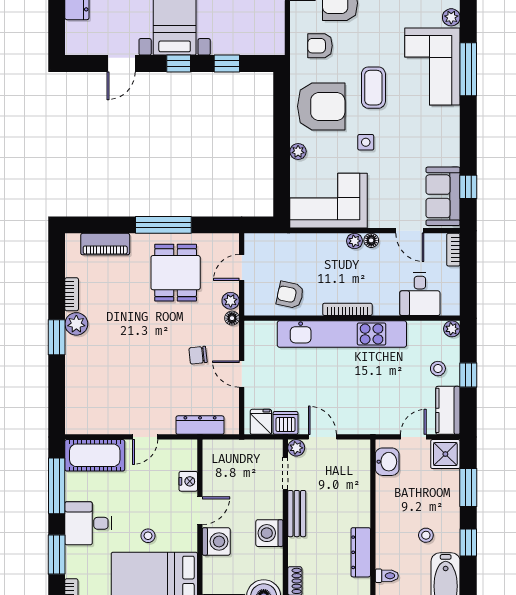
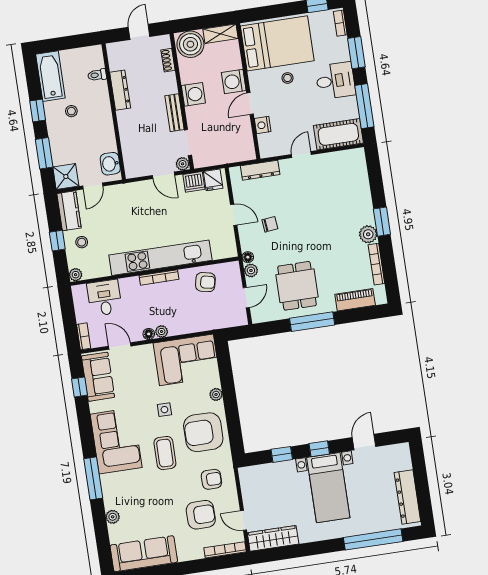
corner sofa: (432, 66) -> (116, 441), moved
bookcase: (72, 294) -> (376, 264), width x1.56

